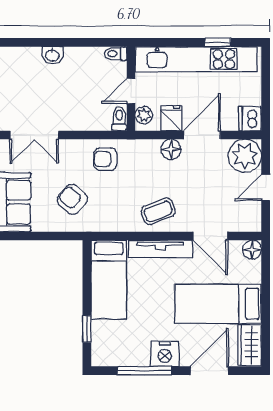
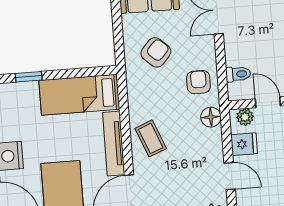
toilet: (119, 119) -> (238, 74), moved
door: (202, 135) -> (230, 176), width x0.73
floor lamp: (171, 149) -> (211, 117), moved

